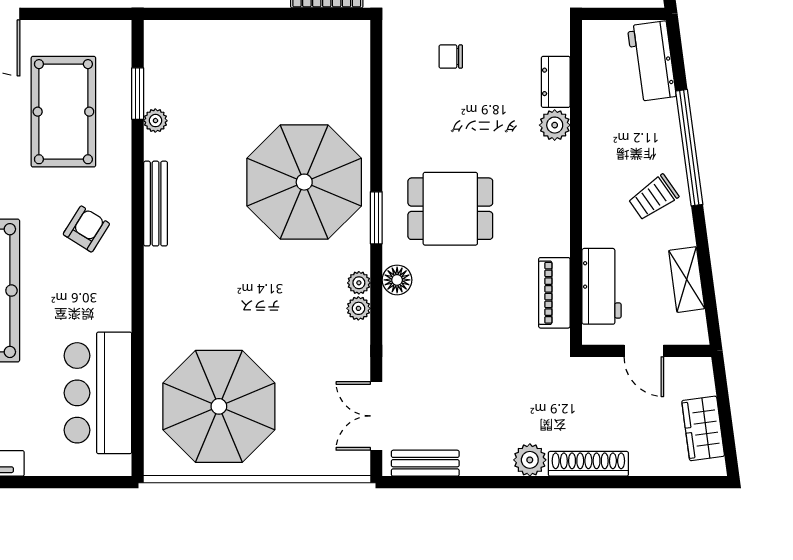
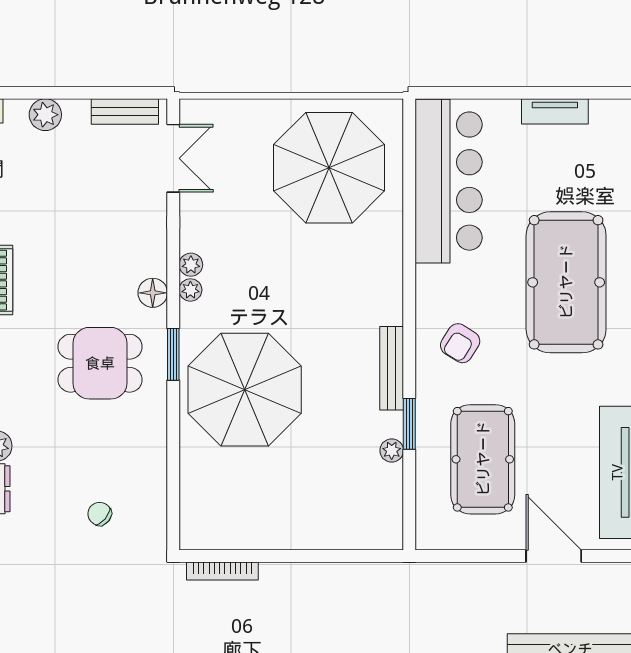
chair: (451, 57) -> (100, 514), turned -140
window: (138, 94) -> (409, 424), moved
bar counter: (98, 393) -> (449, 181), width x1.36
plant: (530, 460) -> (45, 115), moved

